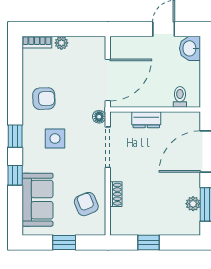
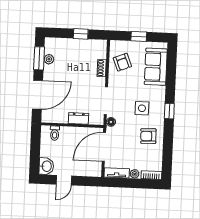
tv unit: (88, 43) -> (117, 173), added
window: (15, 175) -> (170, 84), removed

